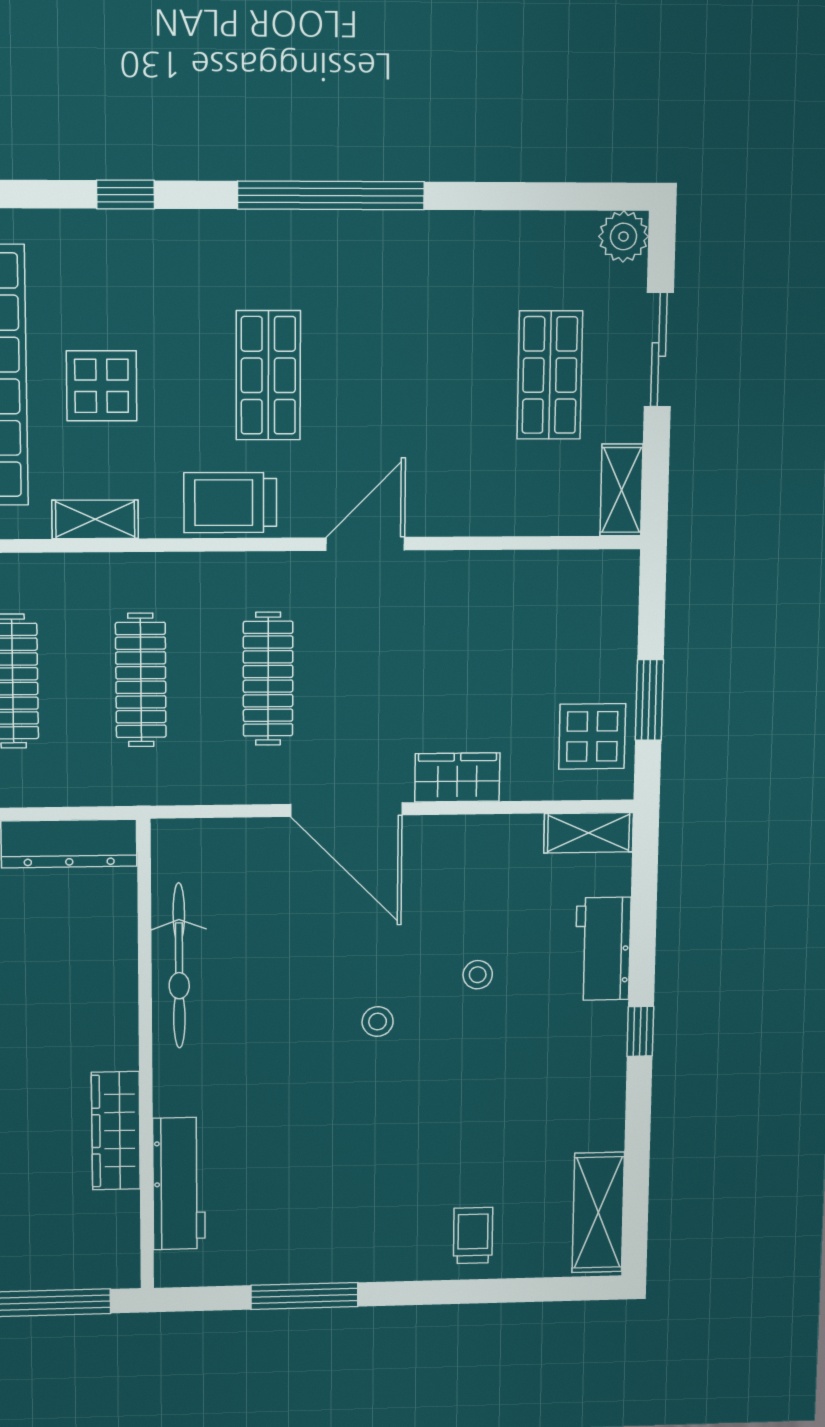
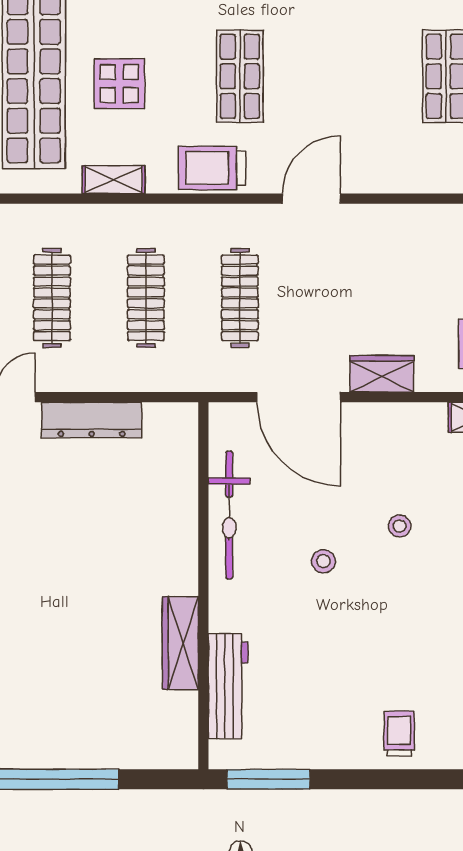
bicycle: (179, 966) -> (229, 515), moved
wall: (146, 1057) -> (203, 586), moved
wardrobe: (116, 1131) -> (180, 643), moved
workbench: (179, 1184) -> (228, 686), moved

